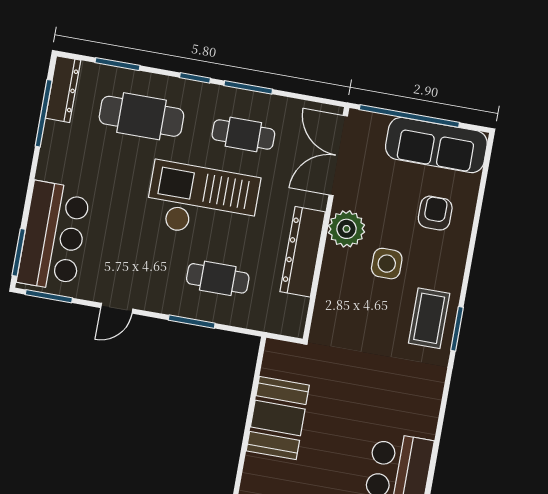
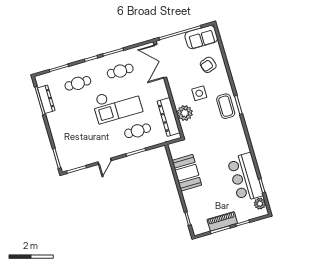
dresser: (63, 89) -> (46, 99), moved
cafe table: (141, 116) -> (78, 83), width x0.73, depth x0.74
sofa: (436, 145) -> (201, 37), width x0.73
checkout: (202, 201) -> (117, 104), turned 180
armchair: (435, 213) -> (208, 65), turned -108
plant: (347, 229) -> (185, 113), moved
bar counter: (54, 236) -> (67, 146), removed
dresser: (303, 252) -> (169, 117), moved

